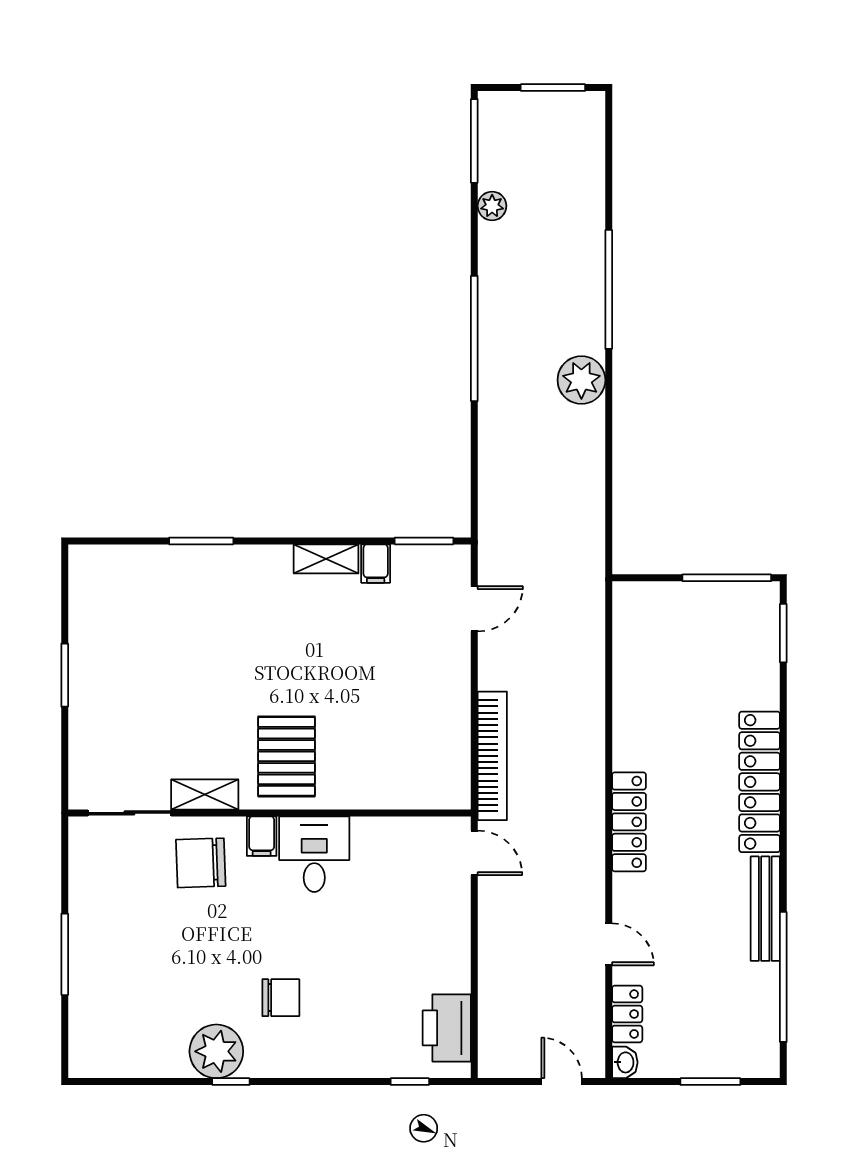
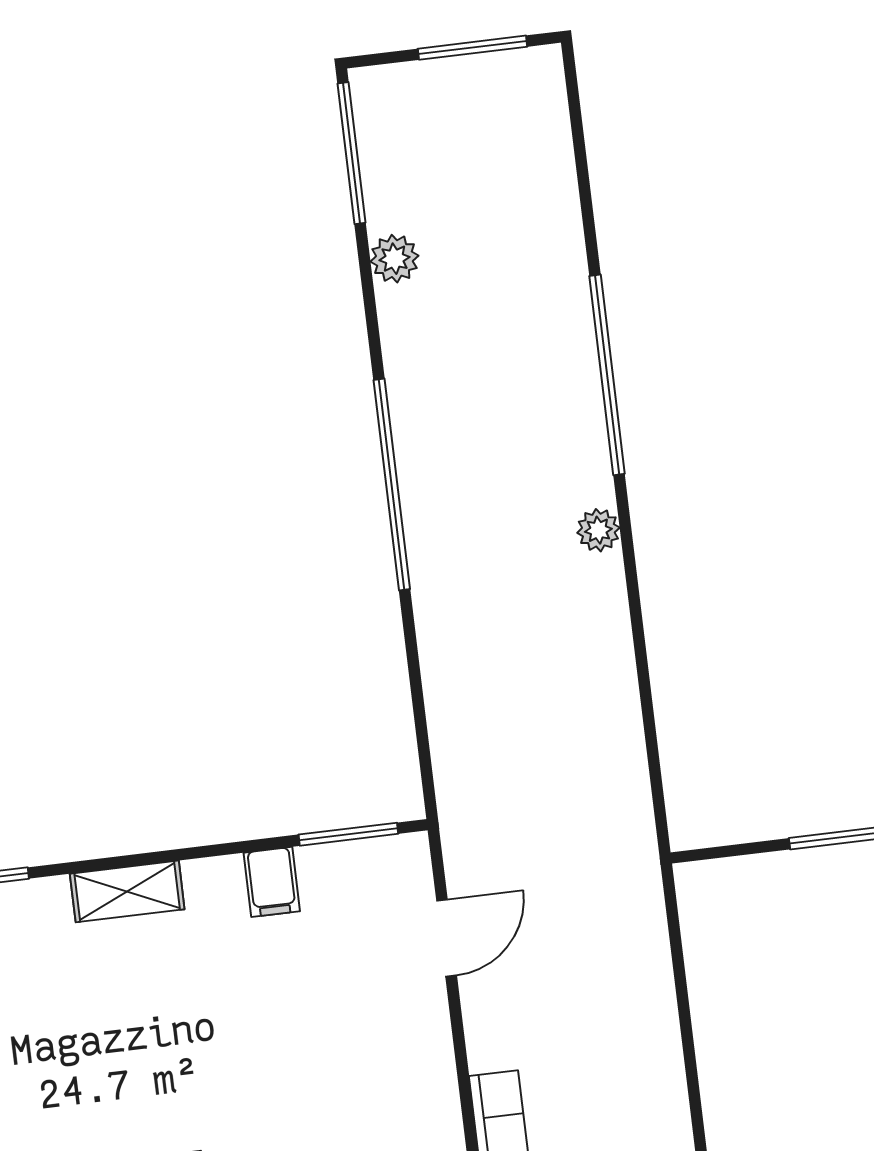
plant: (581, 380) -> (598, 530), width x0.53, depth x0.53
shelving: (326, 559) -> (127, 891), moved

